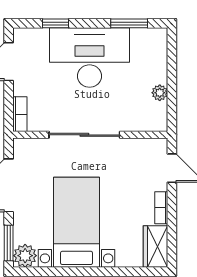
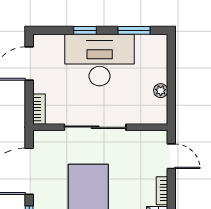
window: (55, 23) -> (85, 30), moved

